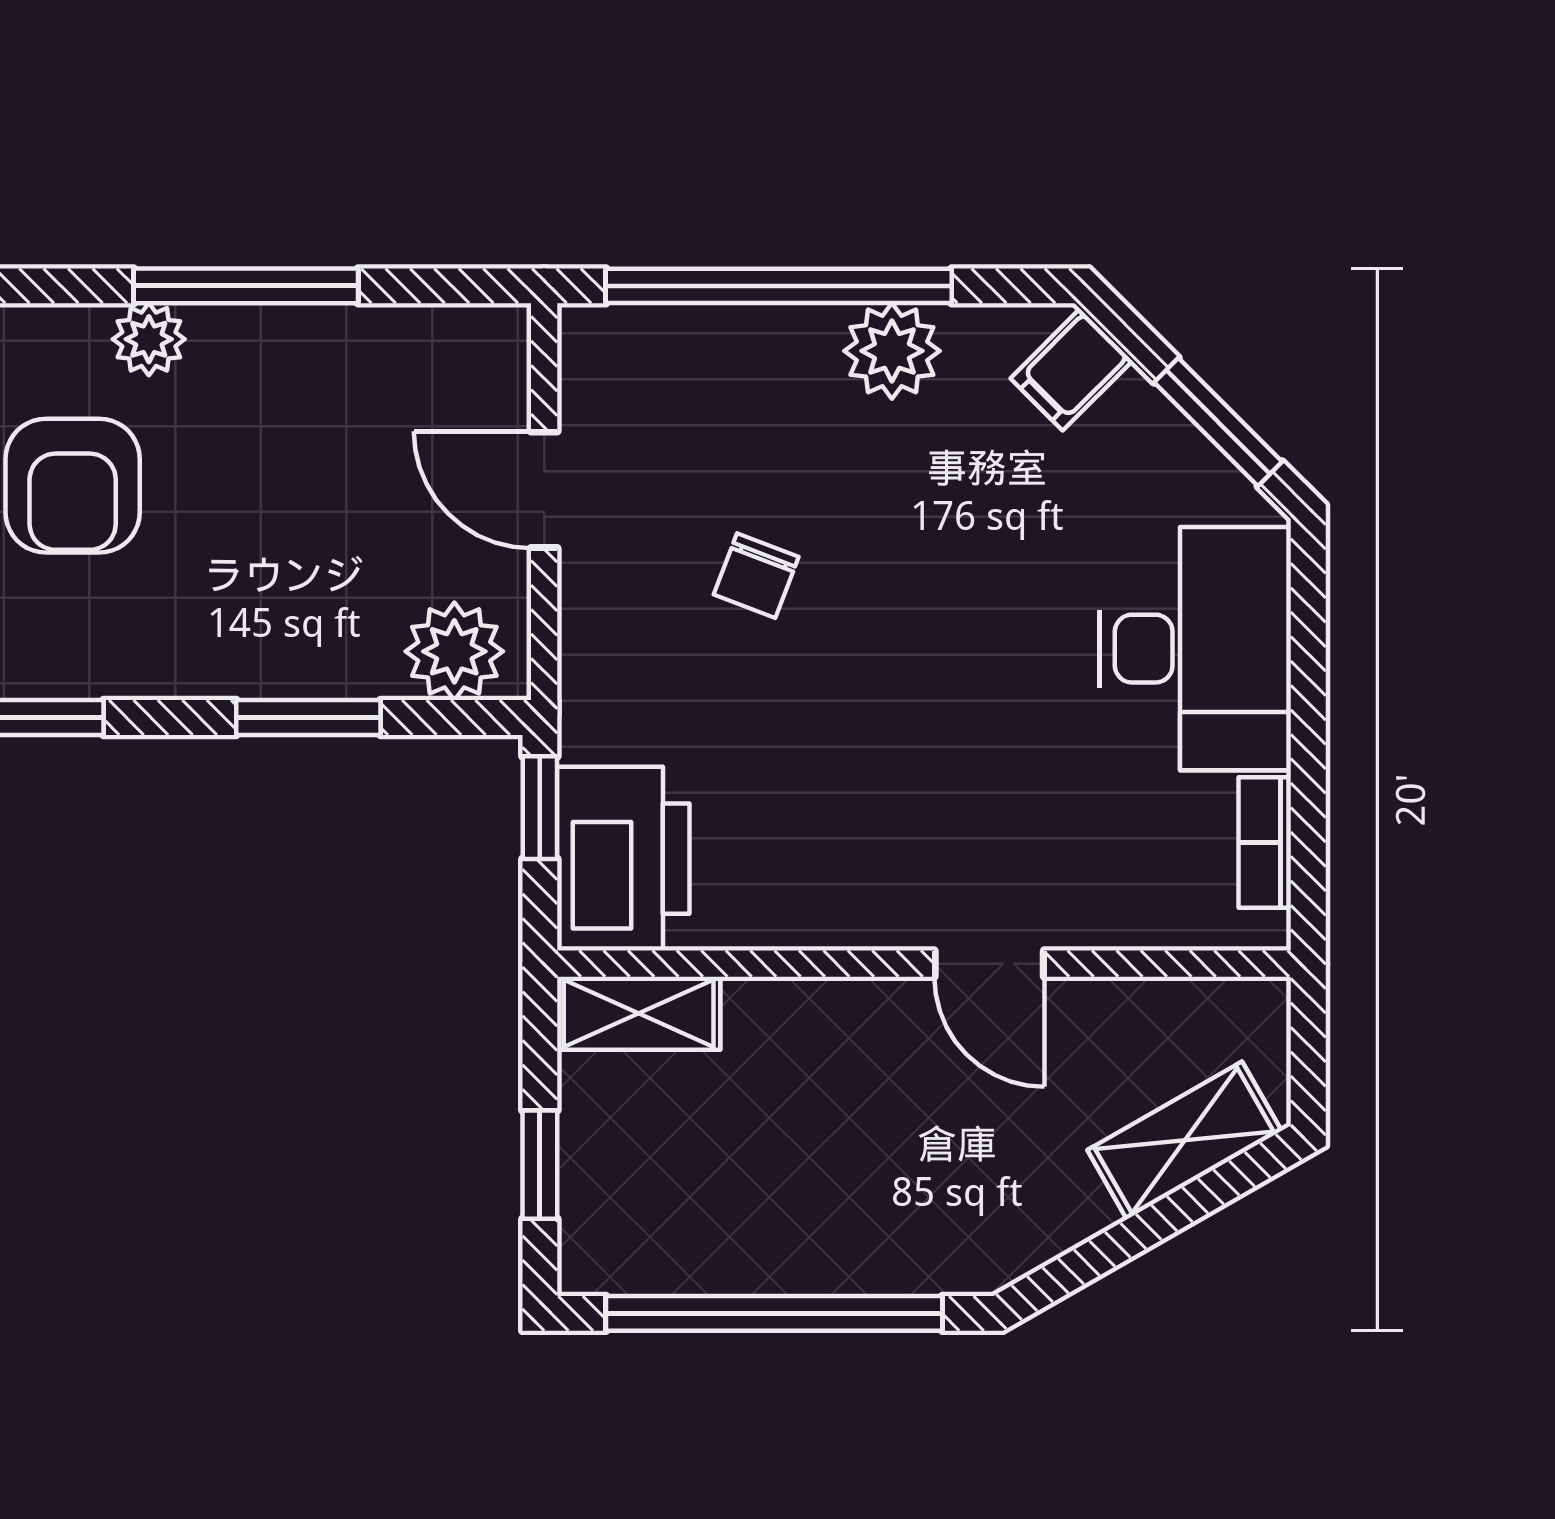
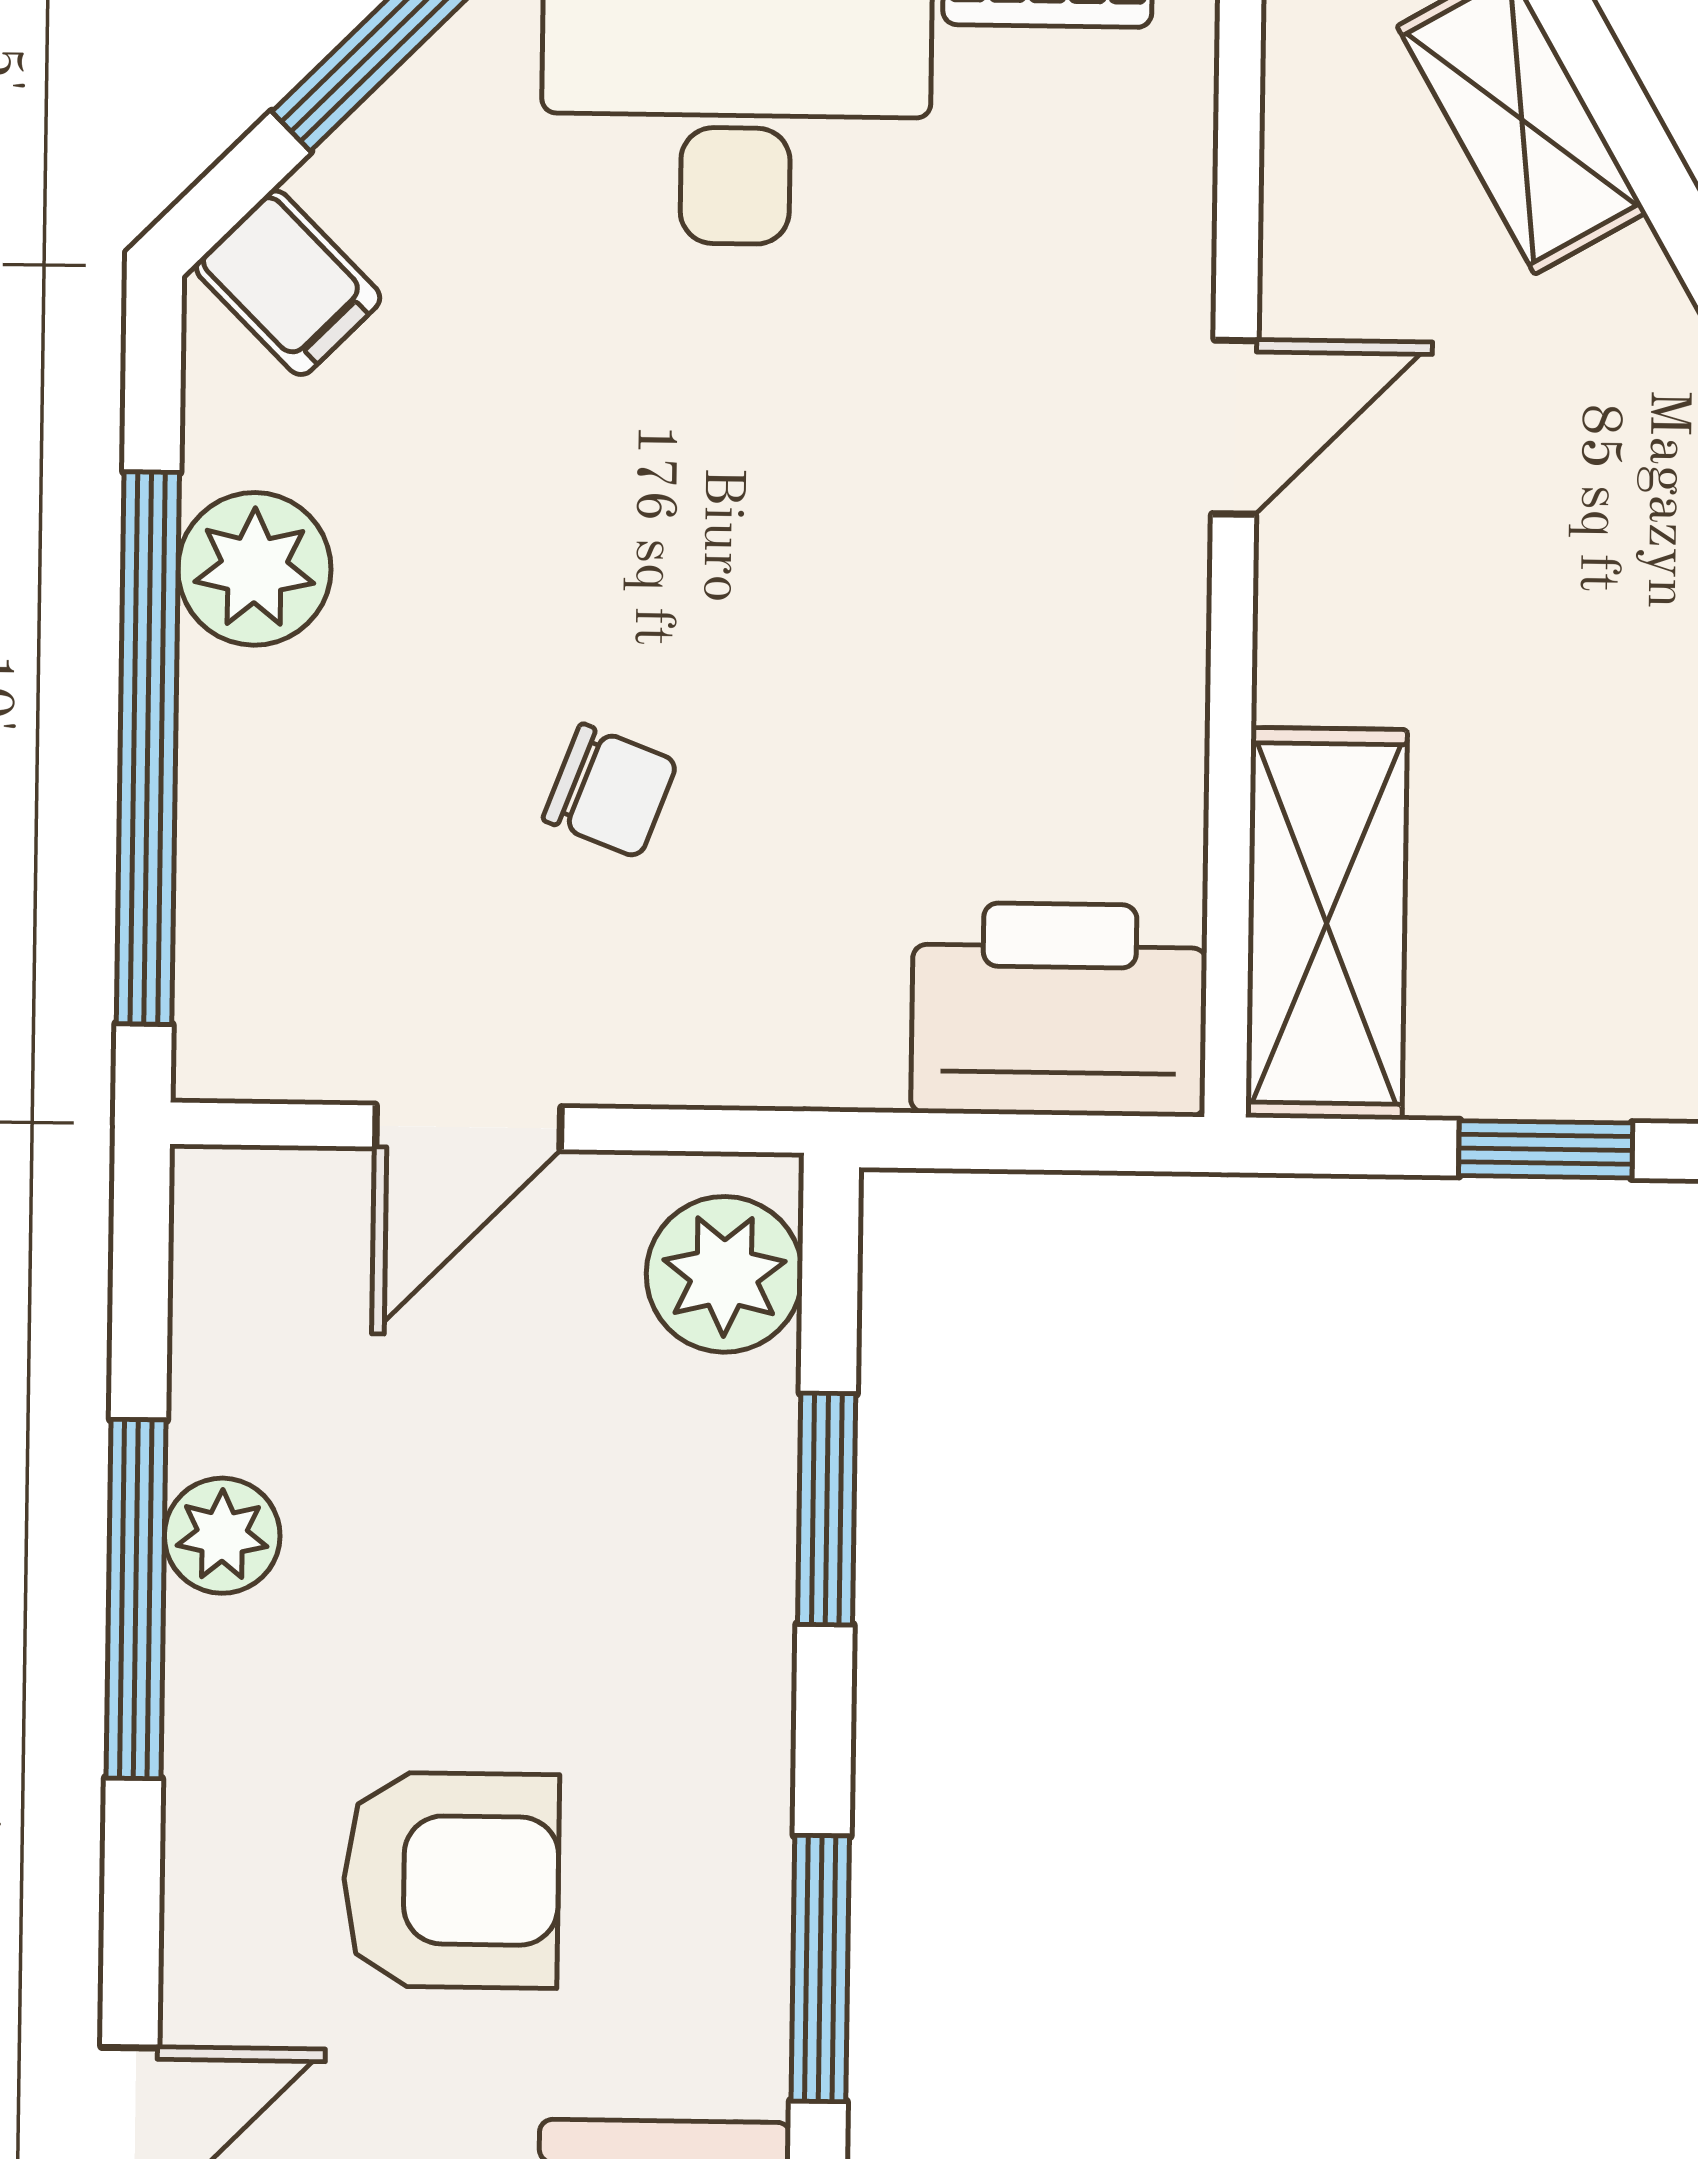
plant: (149, 339) -> (222, 1536), moved
window: (540, 808) -> (976, 1141), removed
shelving: (639, 1013) -> (1327, 923), width x1.50, depth x1.33

